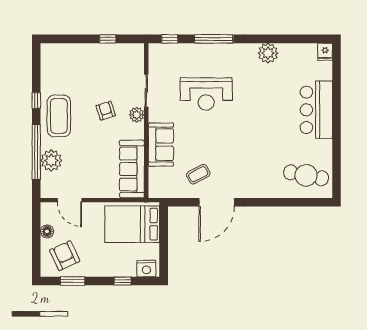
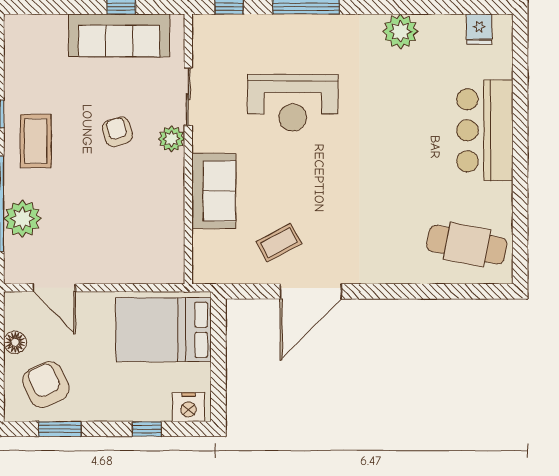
fridge: (325, 52) -> (479, 29), moved
coffee table: (59, 116) -> (36, 141), width x0.73, depth x0.76
sofa: (132, 169) -> (119, 35), moved, turned -90

